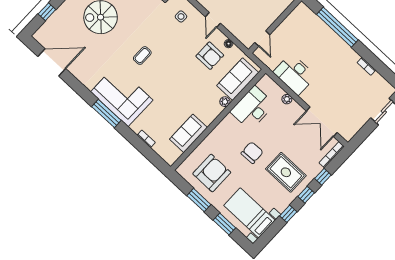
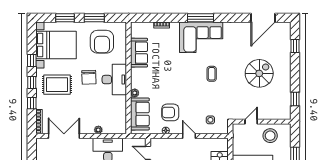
desk: (252, 108) -> (114, 80), moved
bed with nightstands: (249, 213) -> (56, 45), width x1.36

